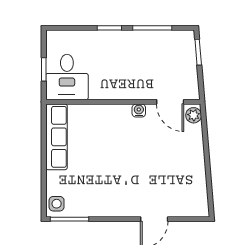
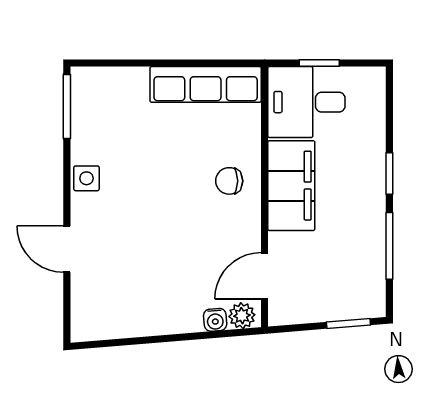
filing cabinet: (116, 86) -> (291, 186), added
water cooler: (139, 111) -> (215, 320), moved, turned 85
chair: (114, 123) -> (229, 181), added
side table: (57, 204) -> (87, 178), moved

